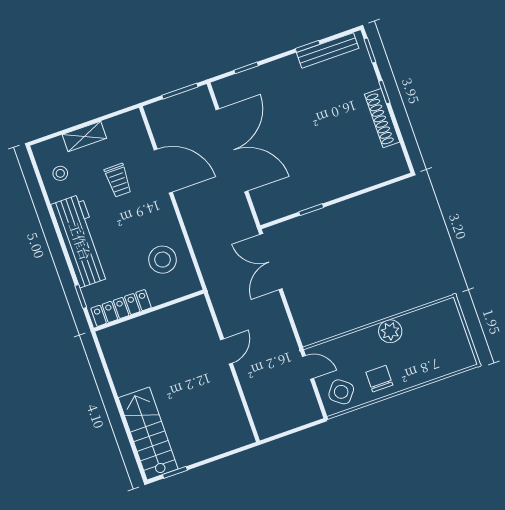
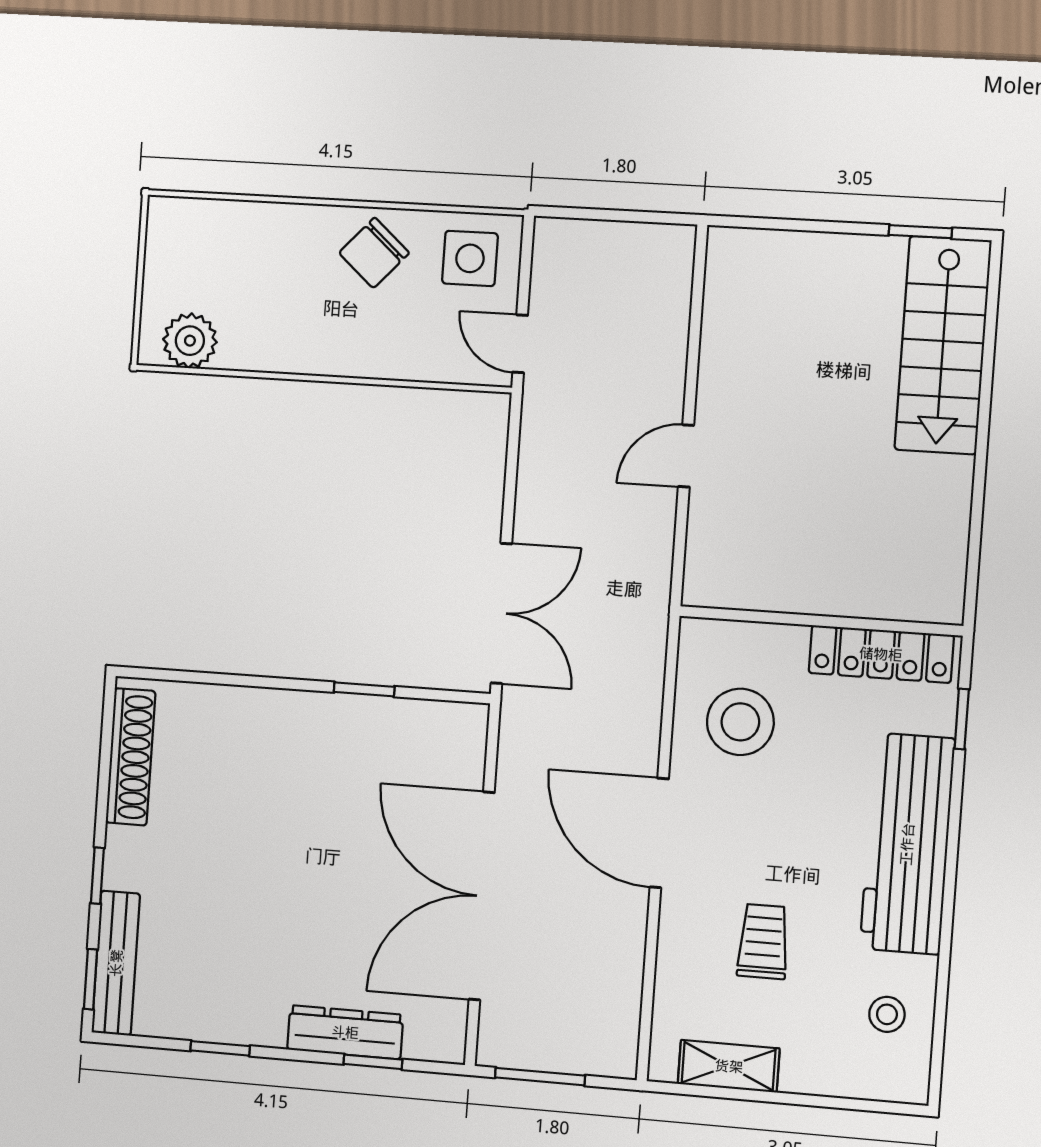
bench: (328, 50) -> (116, 963), moved, turned 90
dresser: (262, 75) -> (345, 1032), added
shoe rack: (382, 118) -> (131, 757), moved
shelving: (84, 136) -> (729, 1066), moved
door: (163, 171) -> (659, 833), moved
plant: (390, 331) -> (190, 341), moved
chair: (379, 379) -> (374, 253), turned 42
side table: (341, 392) -> (470, 258), turned -38

